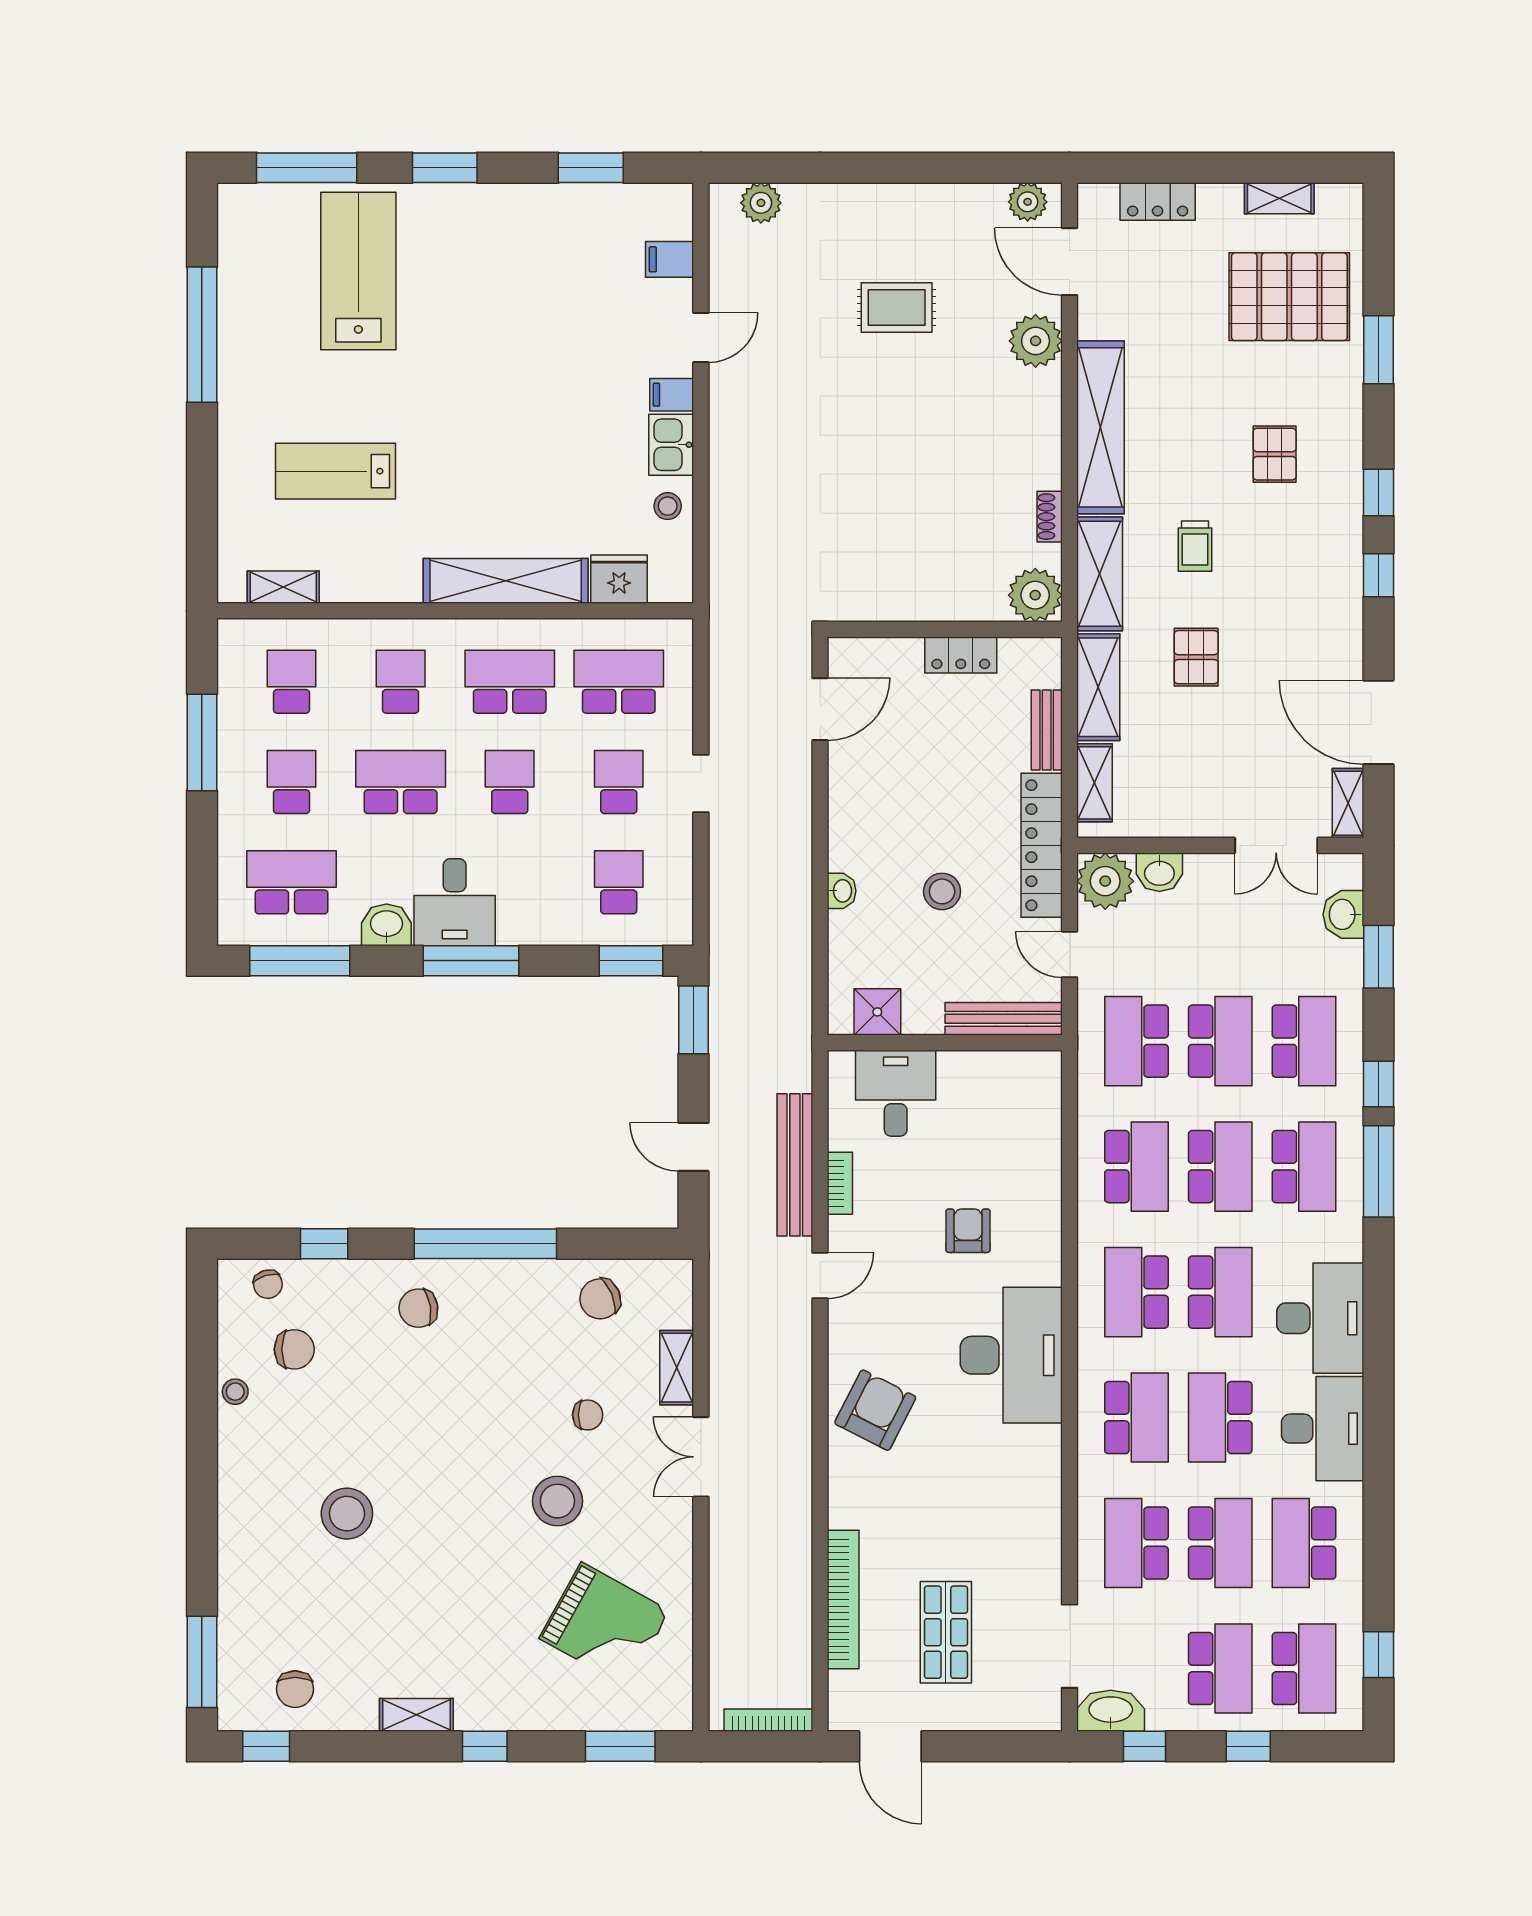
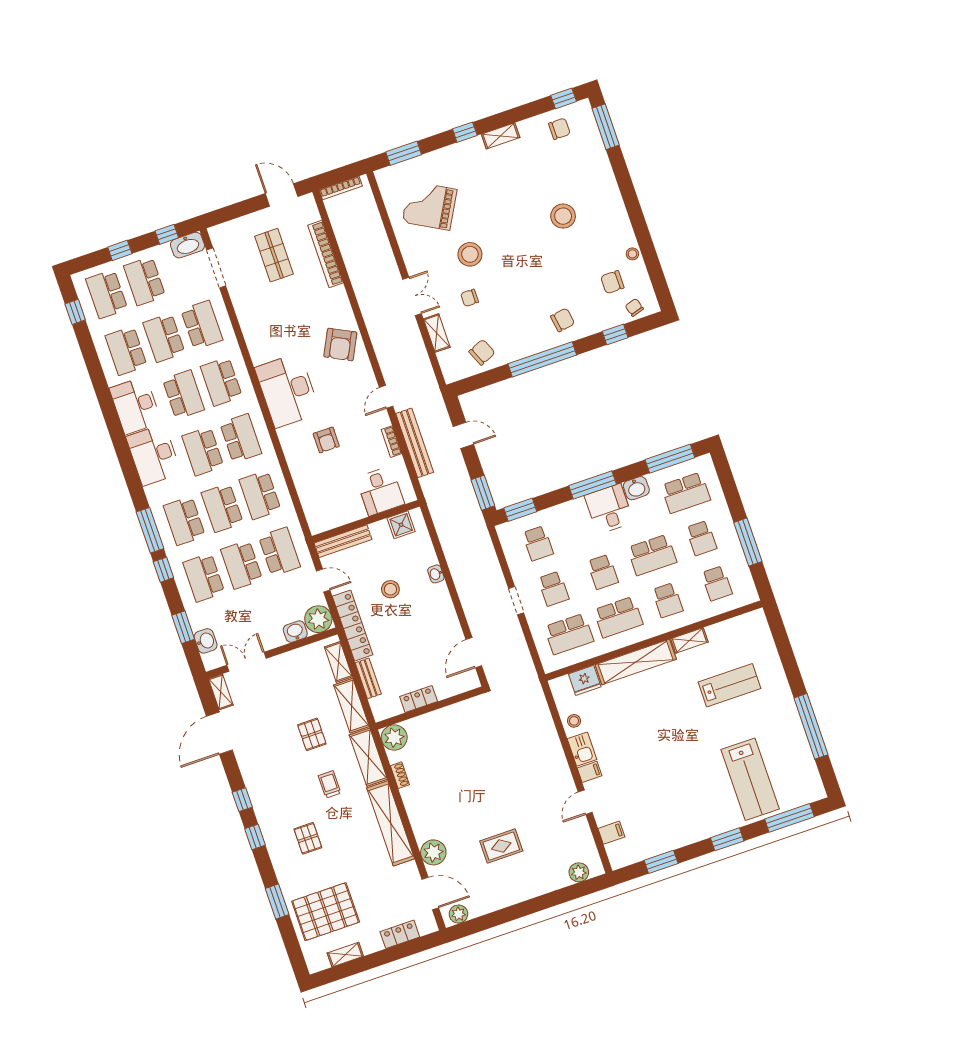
shelving: (283, 587) -> (689, 640), moved
door: (1378, 722) -> (219, 733), swing flipped
school desk: (1304, 1543) -> (126, 351), turned 180
chair: (295, 1689) -> (559, 129), turned 90

